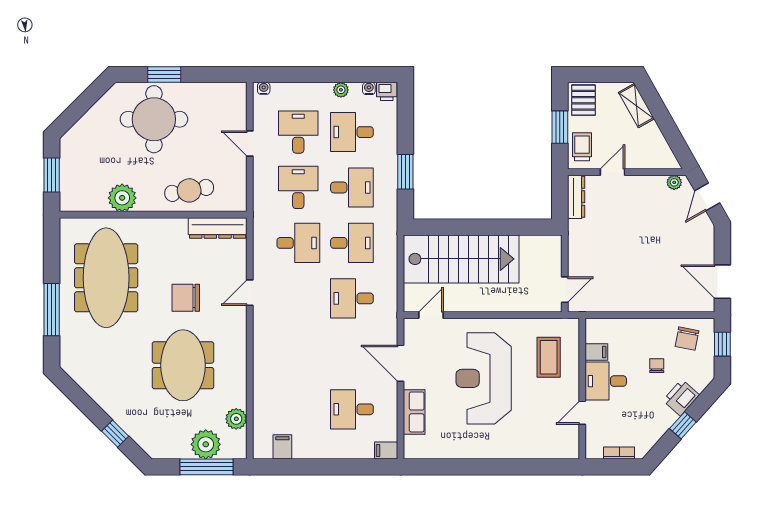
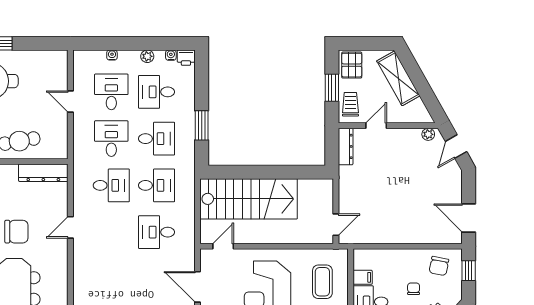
water cooler: (264, 88) -> (112, 55), moved
shelving: (636, 106) -> (398, 78), width x1.50, depth x1.33
chair: (186, 298) -> (16, 232), turned 180

